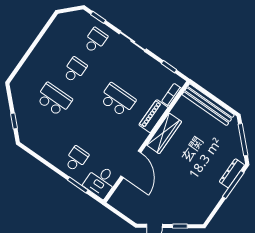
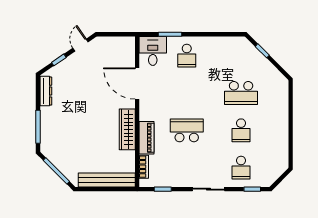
school desk: (118, 100) -> (187, 130), turned 180
dresser: (232, 173) -> (46, 91), moved

